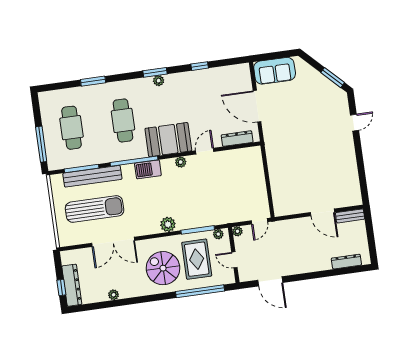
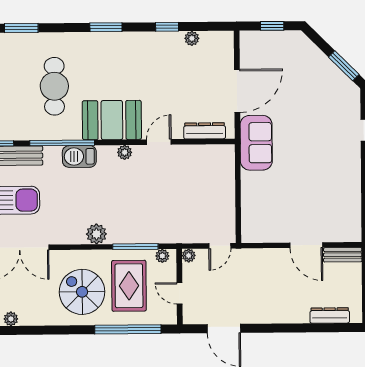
window: (276, 55) -> (272, 26), added
sofa: (275, 71) -> (256, 143), moved, turned -90
plant: (159, 81) -> (192, 38), moved
door: (257, 106) -> (237, 91), swing flipped

